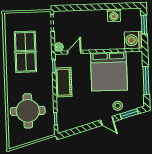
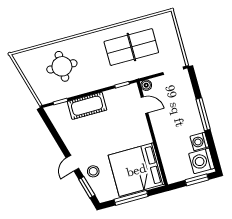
window: (93, 7) -> (203, 114), added
washing machine: (133, 40) -> (202, 161), moved, turned -90
bed: (109, 71) -> (136, 170), moved
cot: (63, 82) -> (87, 106), moved
round table: (28, 111) -> (62, 66), width x0.73, depth x0.73

